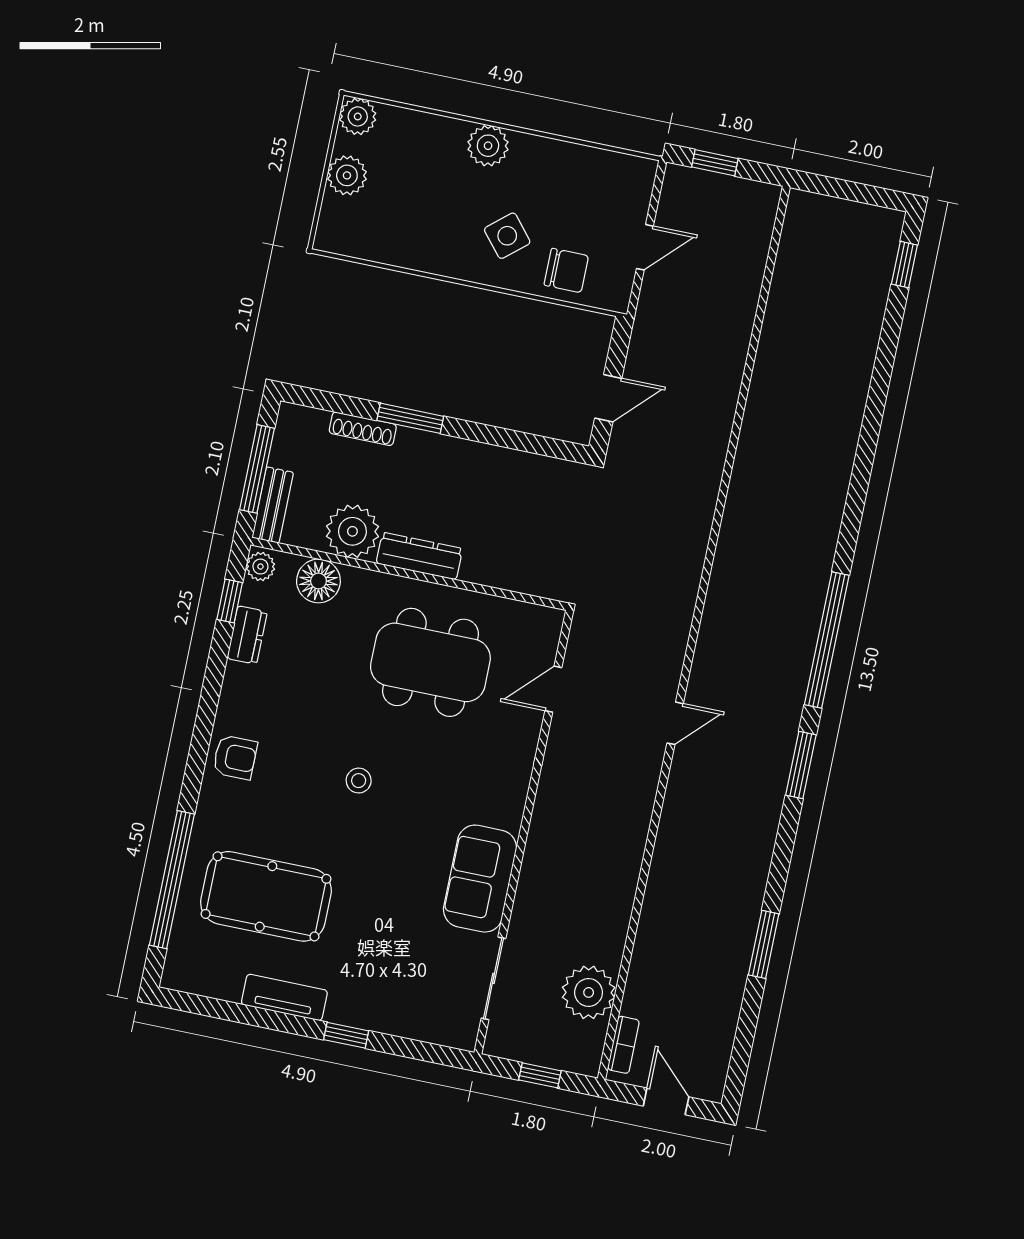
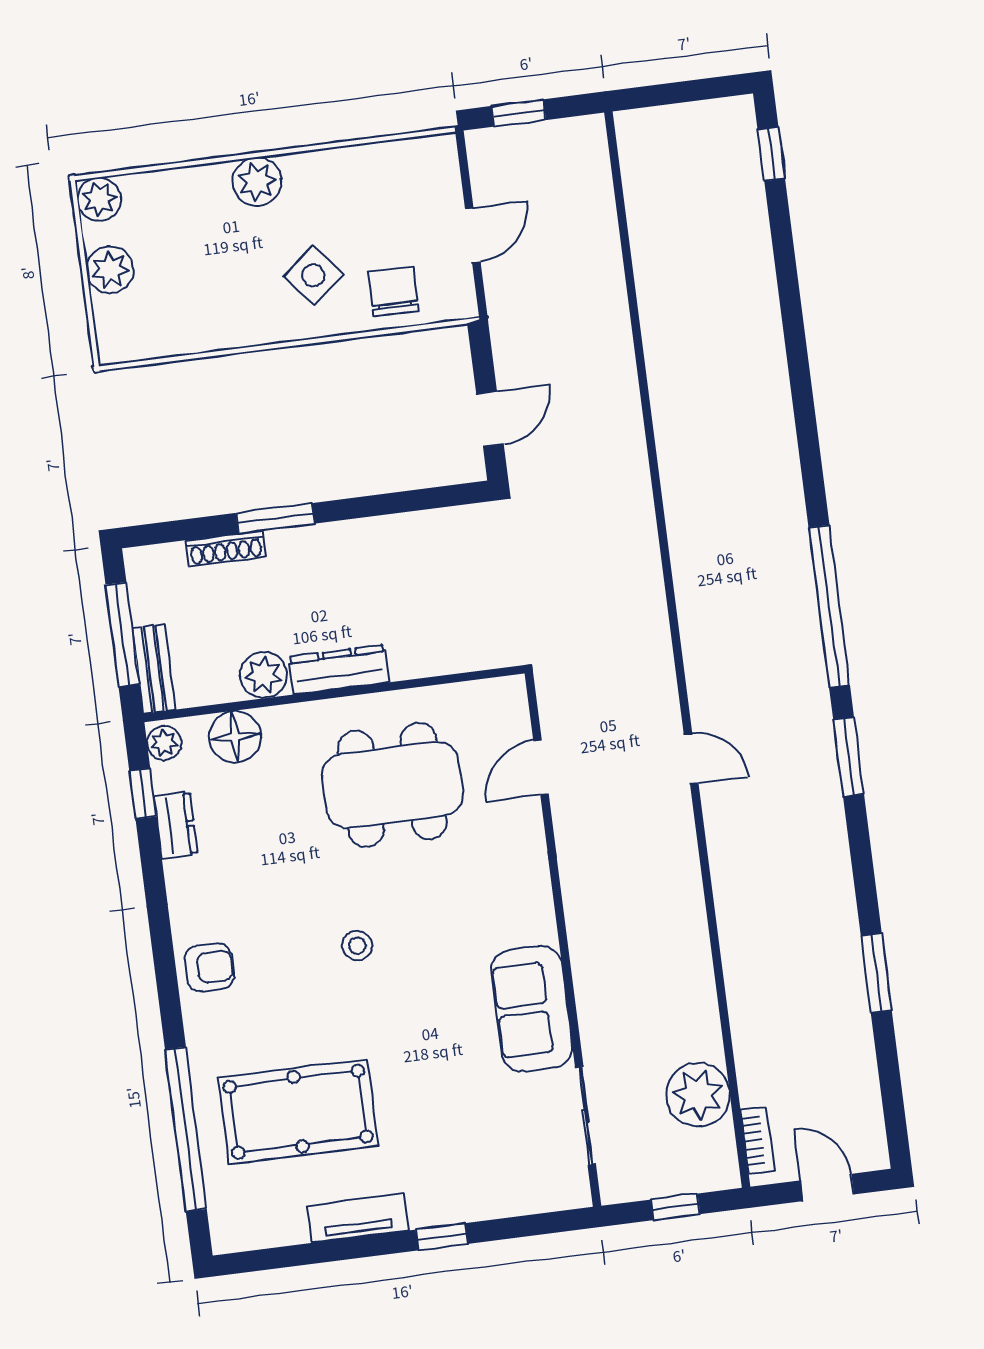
chair: (566, 270) -> (393, 292), turned -90
plant: (352, 531) -> (263, 675), width x0.73, depth x0.73
door: (675, 723) -> (691, 759), hinge flipped

